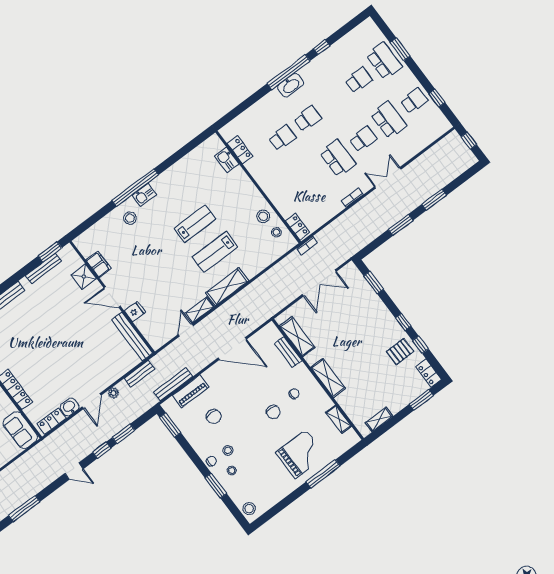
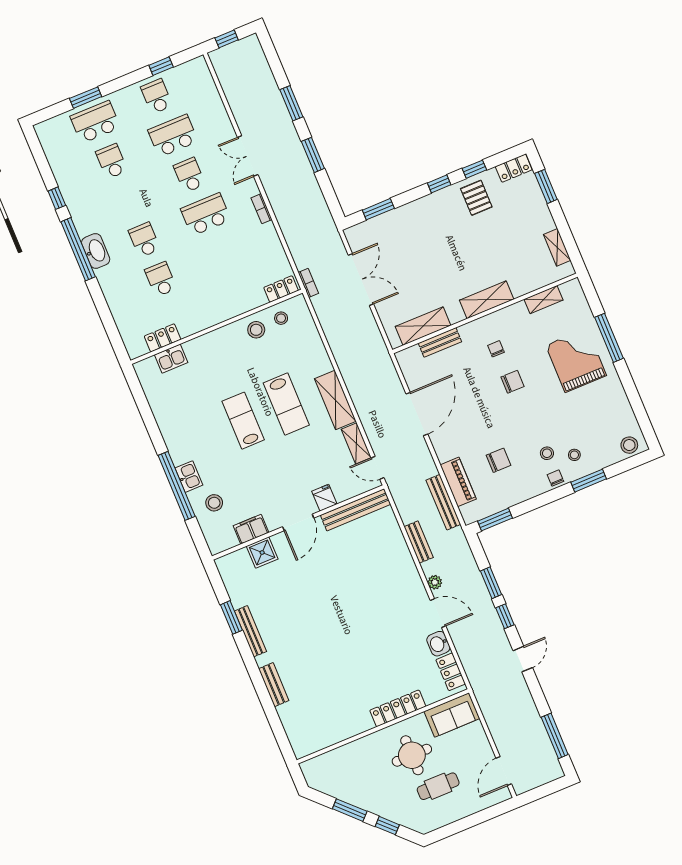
filing cabinet: (98, 264) -> (251, 529), moved
shower: (84, 277) -> (262, 553), moved
door: (112, 297) -> (298, 522), moved
wall: (112, 297) -> (298, 522), moved
fridge: (135, 312) -> (324, 498), moved
bench: (132, 336) -> (356, 510), moved

